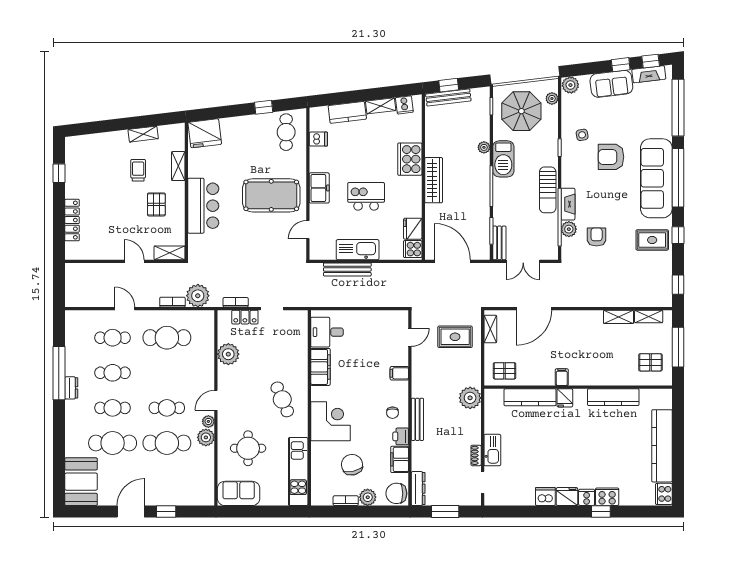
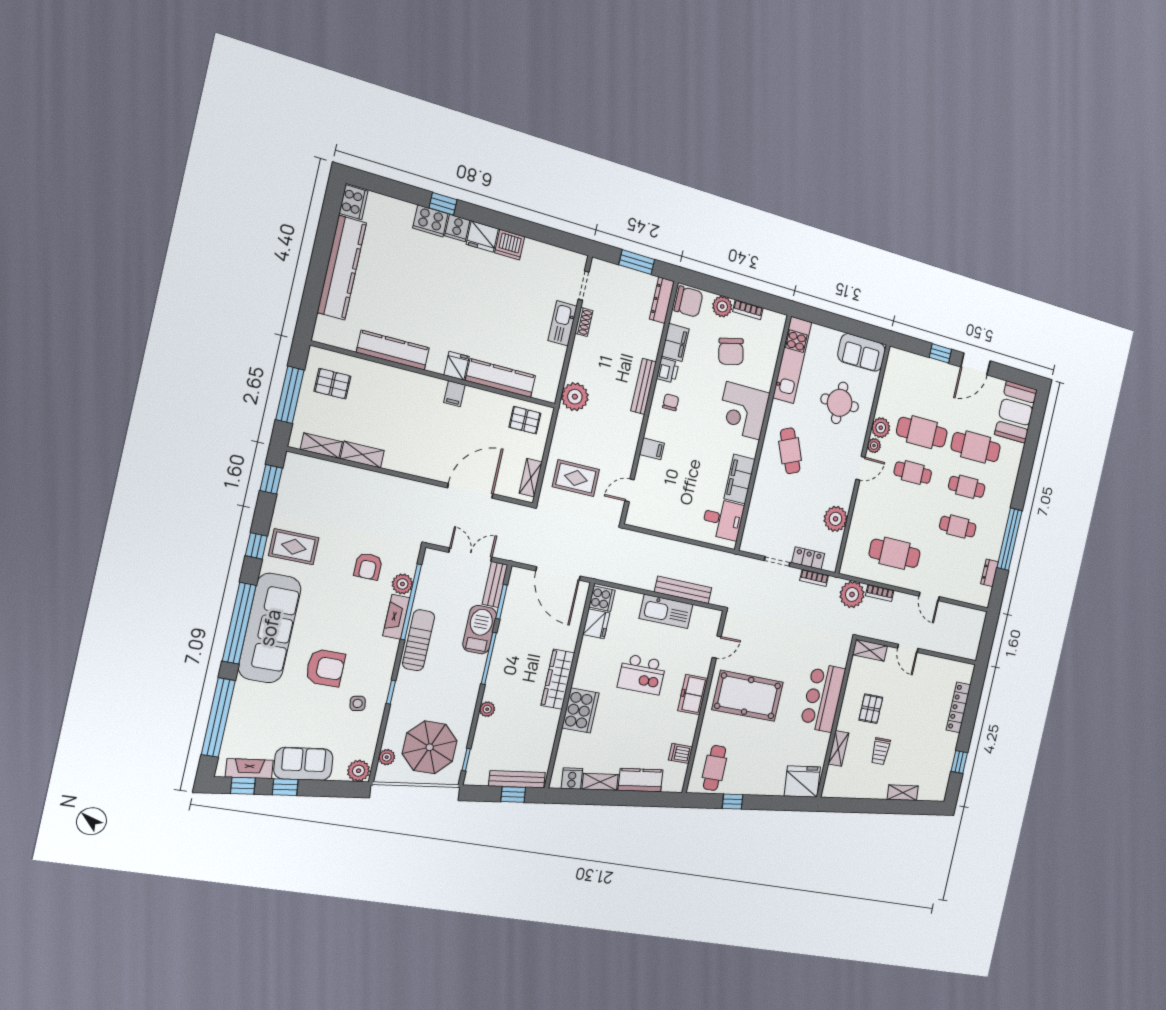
shelving: (143, 134) -> (903, 793), moved
barbecue: (503, 159) -> (480, 630), moved
cafe table: (113, 338) -> (949, 566), removed
dresser: (71, 388) -> (990, 573), moved

